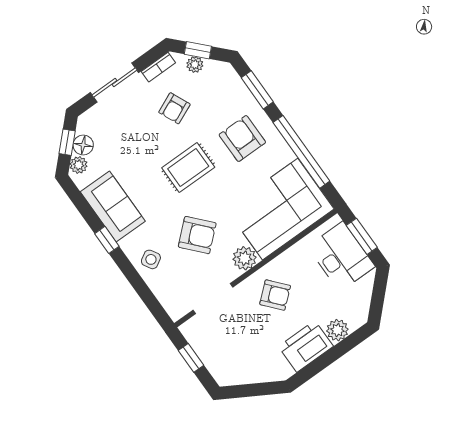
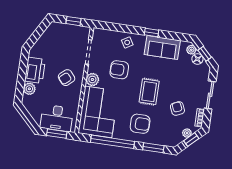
armchair: (197, 235) -> (119, 70), turned 42

